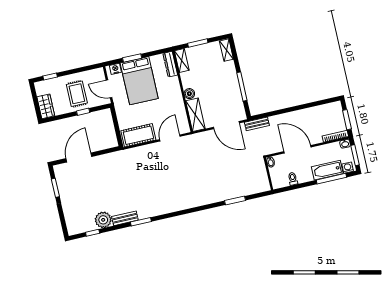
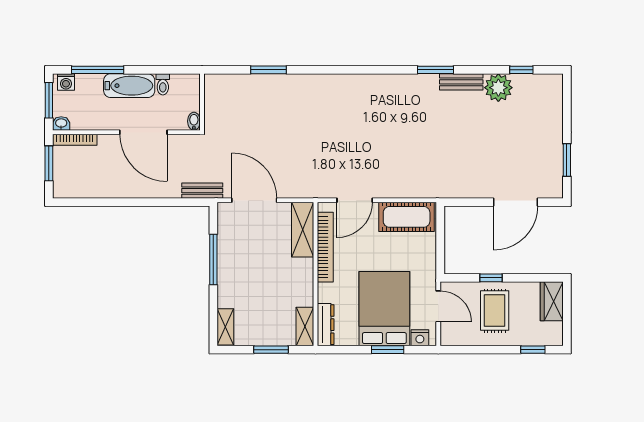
boiler: (189, 94) -> (305, 268), removed
bookcase: (180, 108) -> (325, 247), added
bathtub: (327, 170) -> (129, 86), moved

